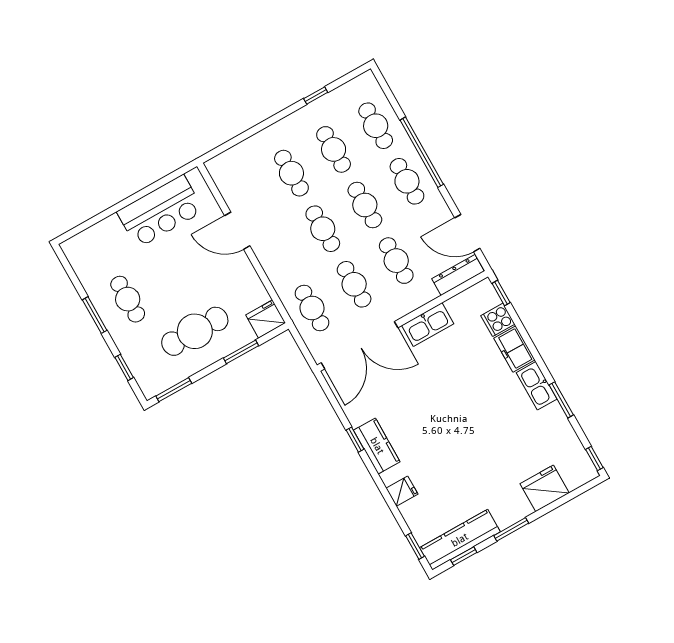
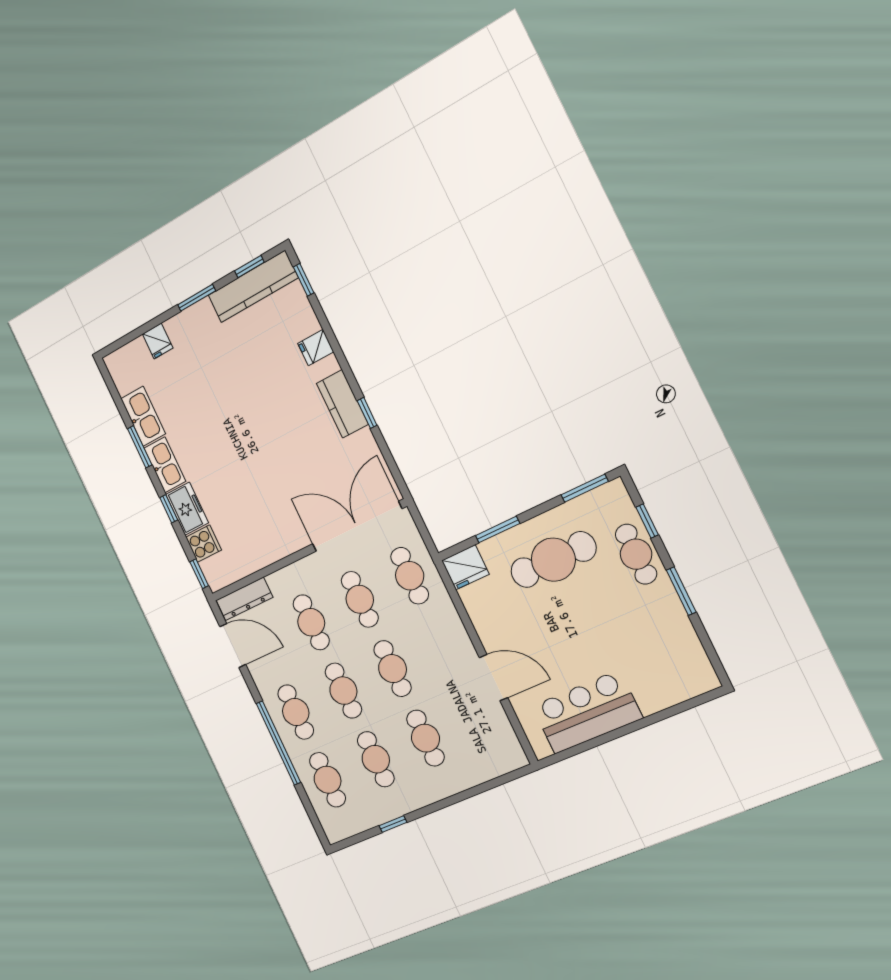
cafe table: (128, 299) -> (636, 554), moved
kitchen sink: (428, 324) -> (143, 416), moved, turned 90
window: (594, 459) -> (169, 509), moved
fridge: (545, 488) -> (158, 341), width x0.53, depth x0.75

